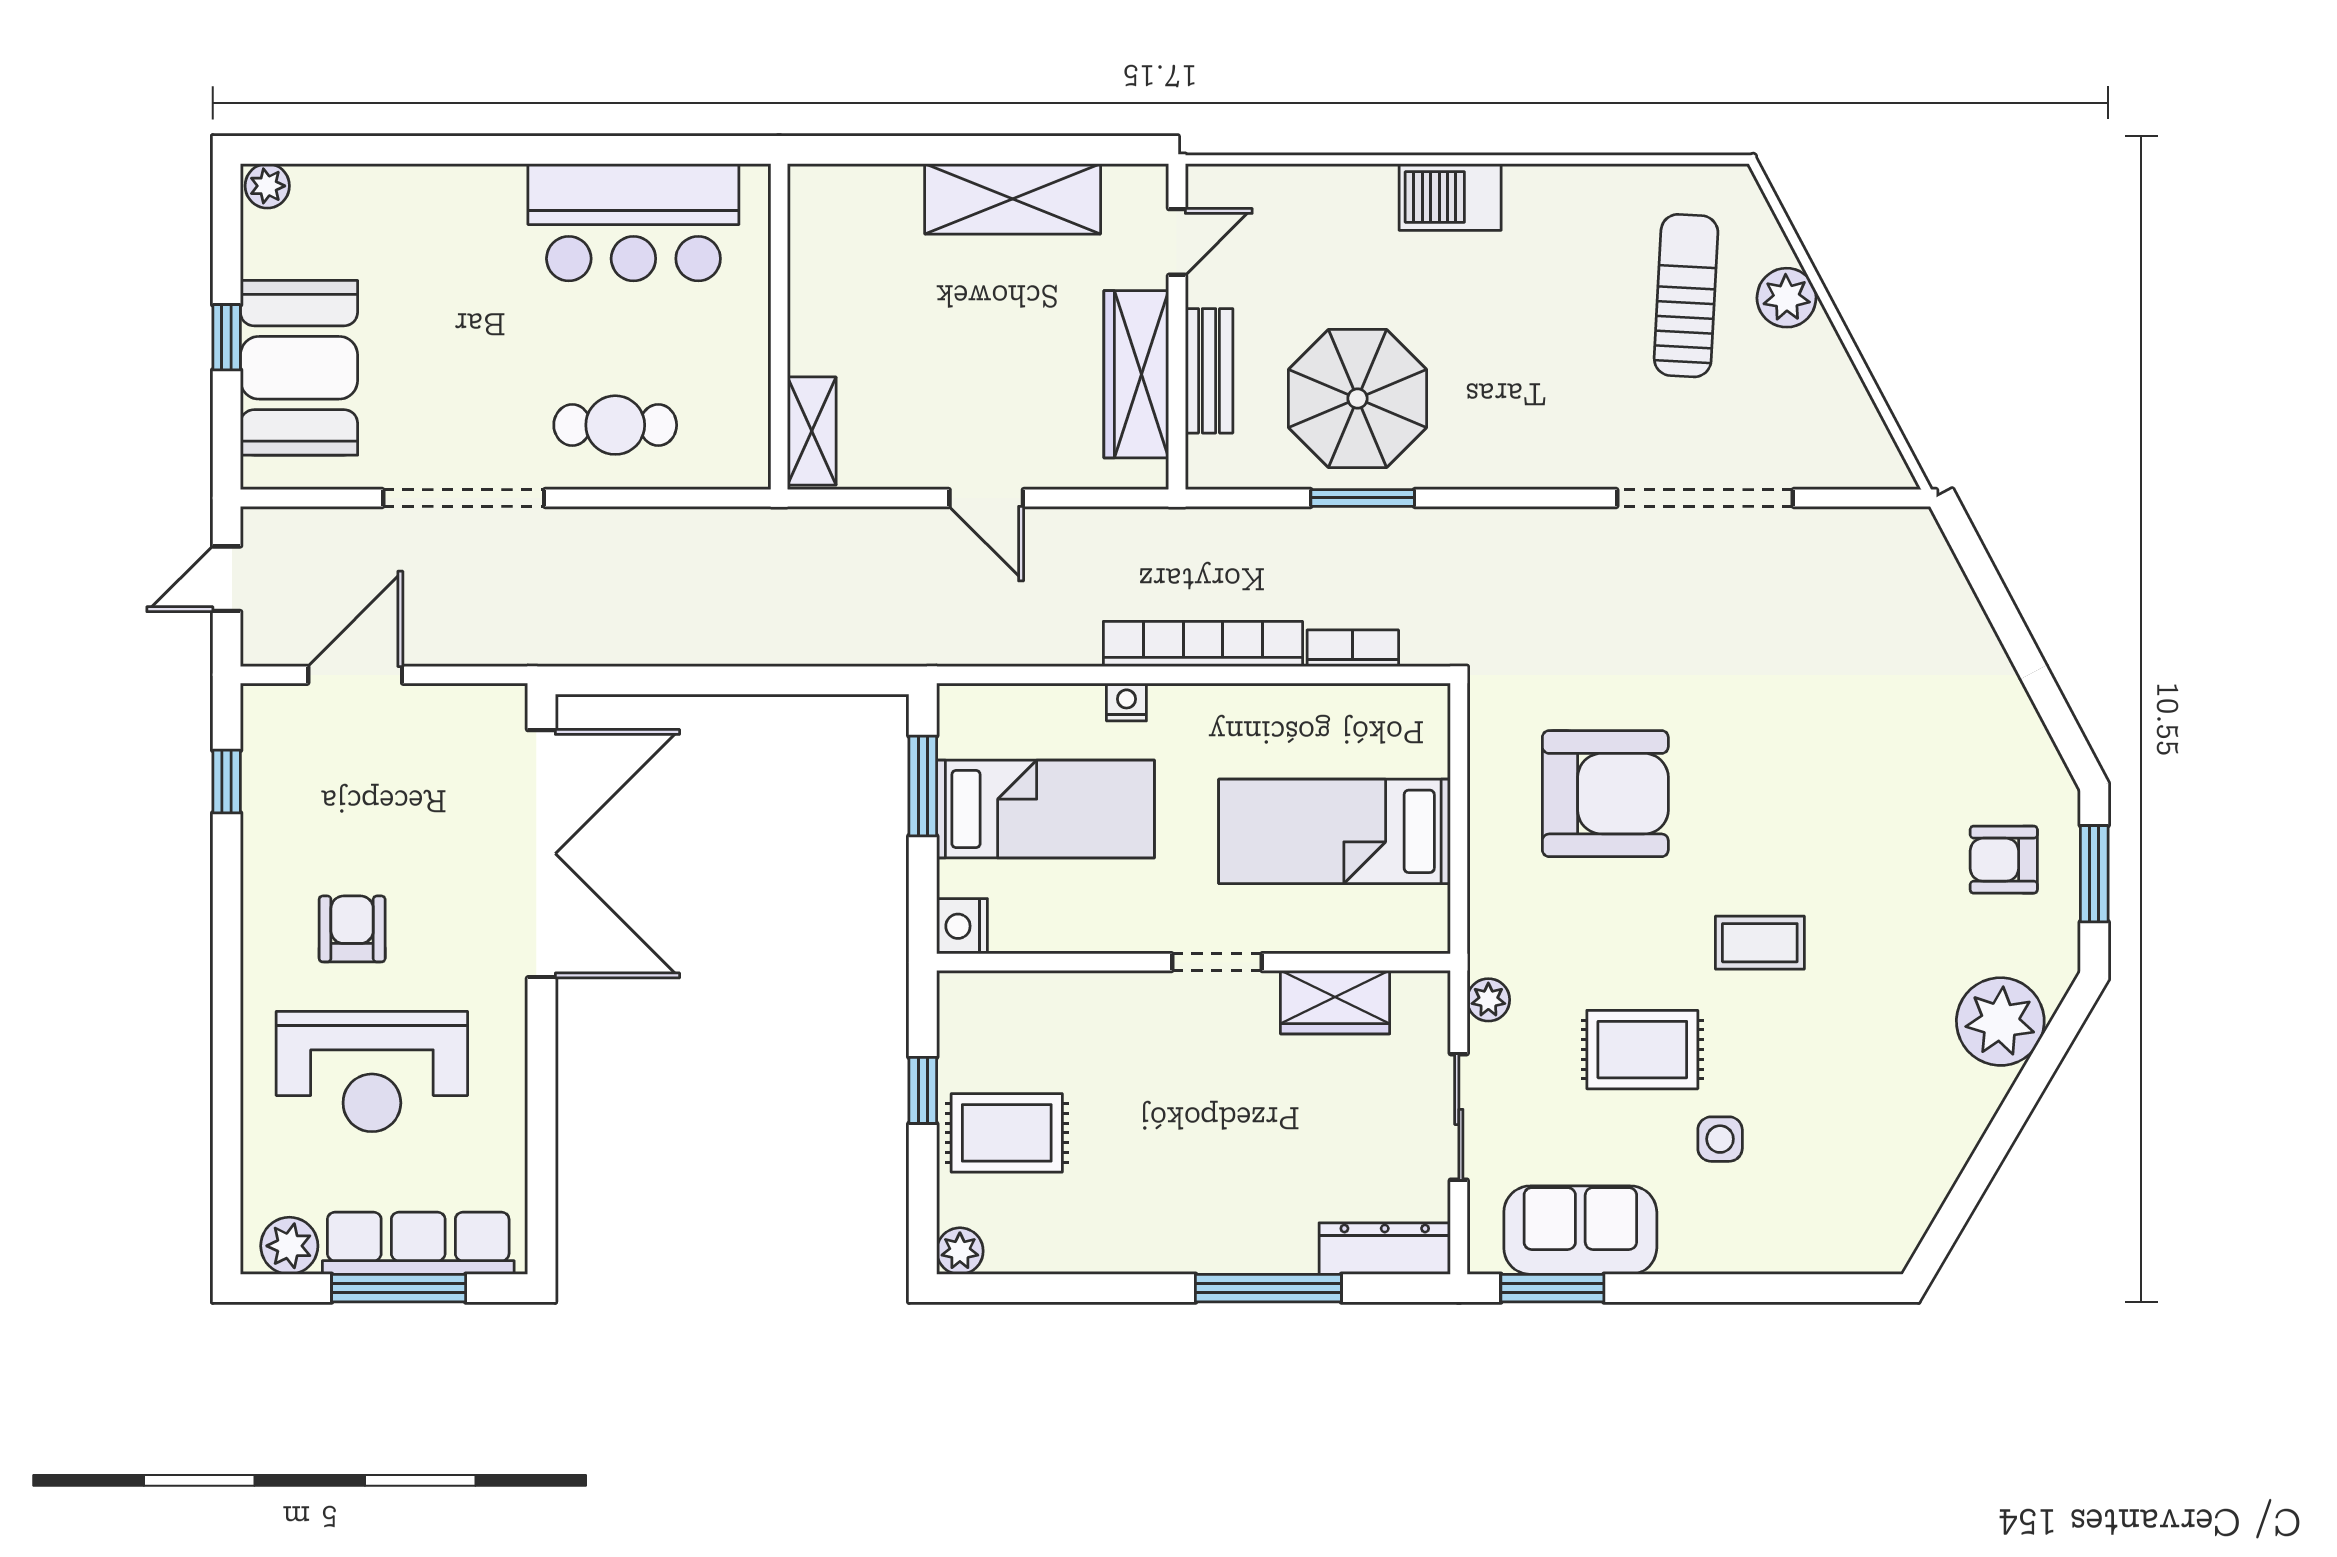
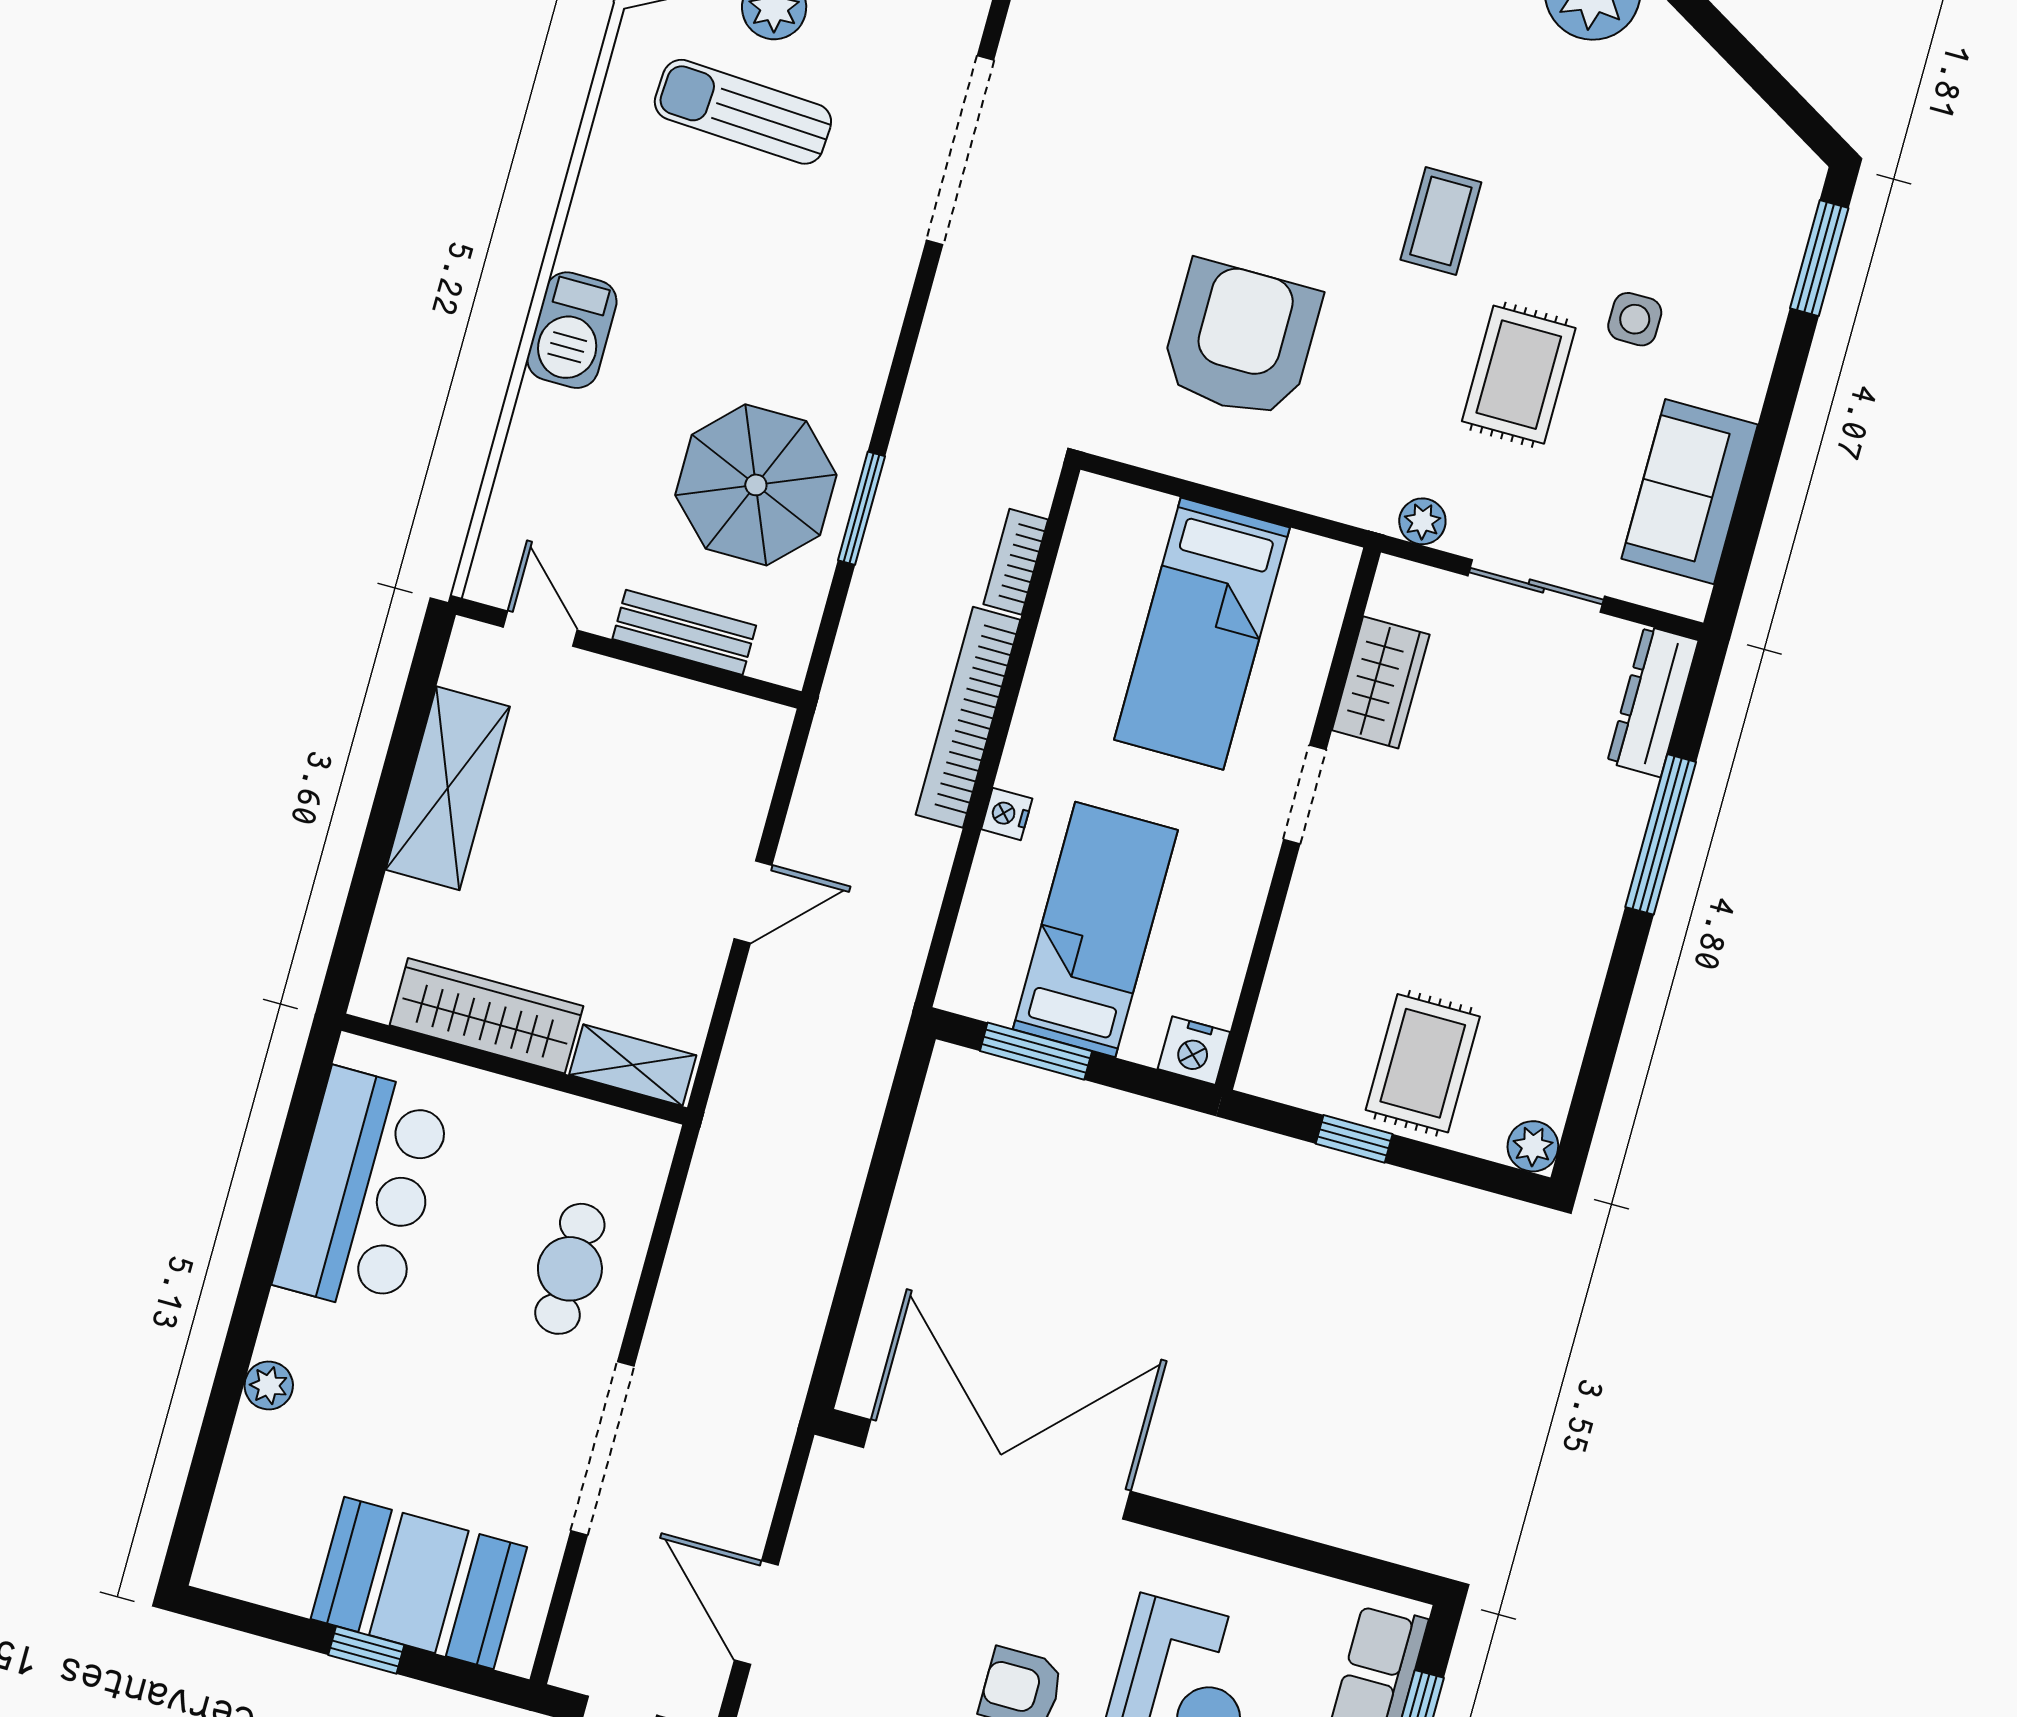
plant: (267, 186) -> (269, 1385), moved
wardrobe: (1136, 374) -> (486, 1016), moved, turned 180
window: (1552, 1288) -> (1819, 258), moved

